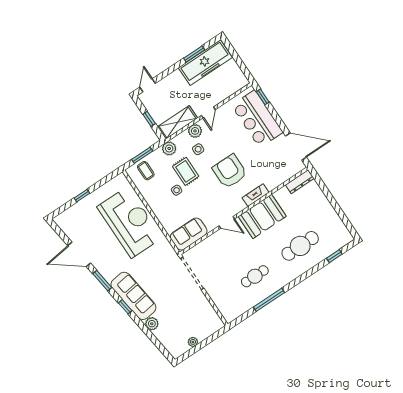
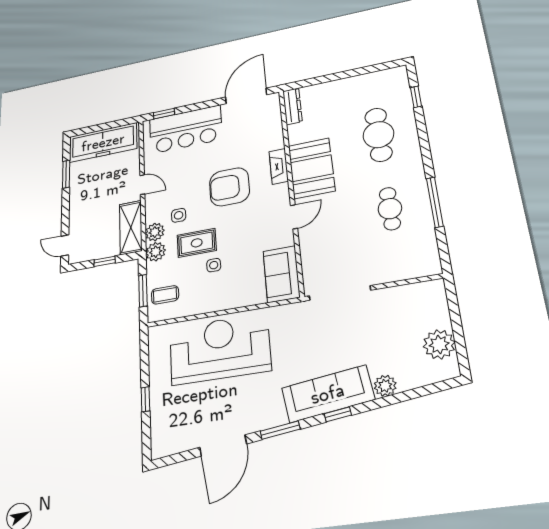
freezer: (205, 63) -> (103, 143), moved, turned 90
plant: (195, 131) -> (155, 232), moved
plant: (193, 342) -> (439, 344), width x1.88, depth x1.88

